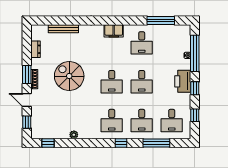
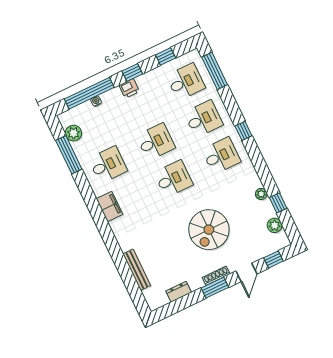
plant: (173, 30) -> (74, 133), added
spiral stairs: (69, 76) -> (209, 230), moved
printer: (183, 81) -> (129, 88), width x0.53, depth x0.68
plant: (49, 134) -> (275, 225), added
window: (48, 143) -> (278, 203), moved
window: (156, 143) -> (215, 71), moved

